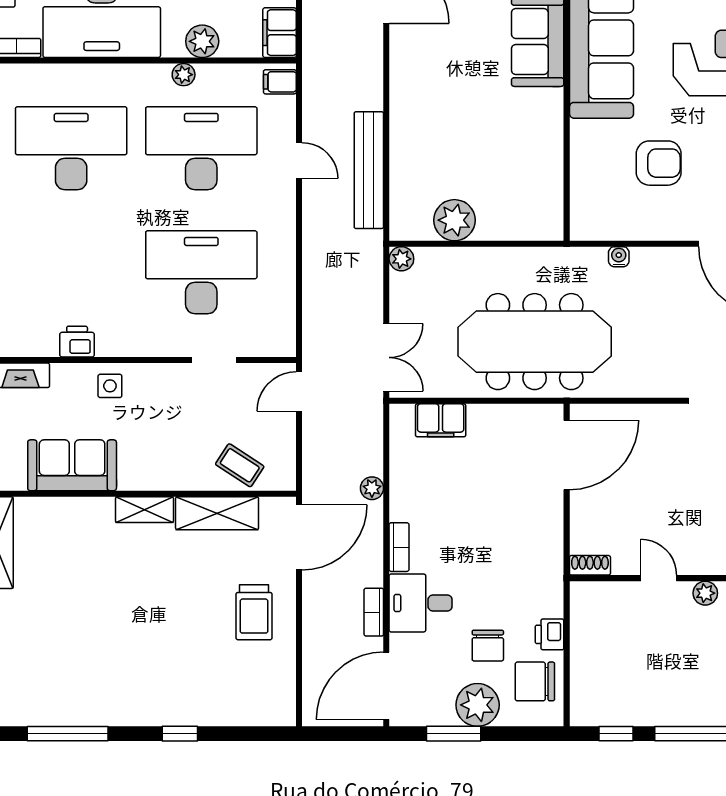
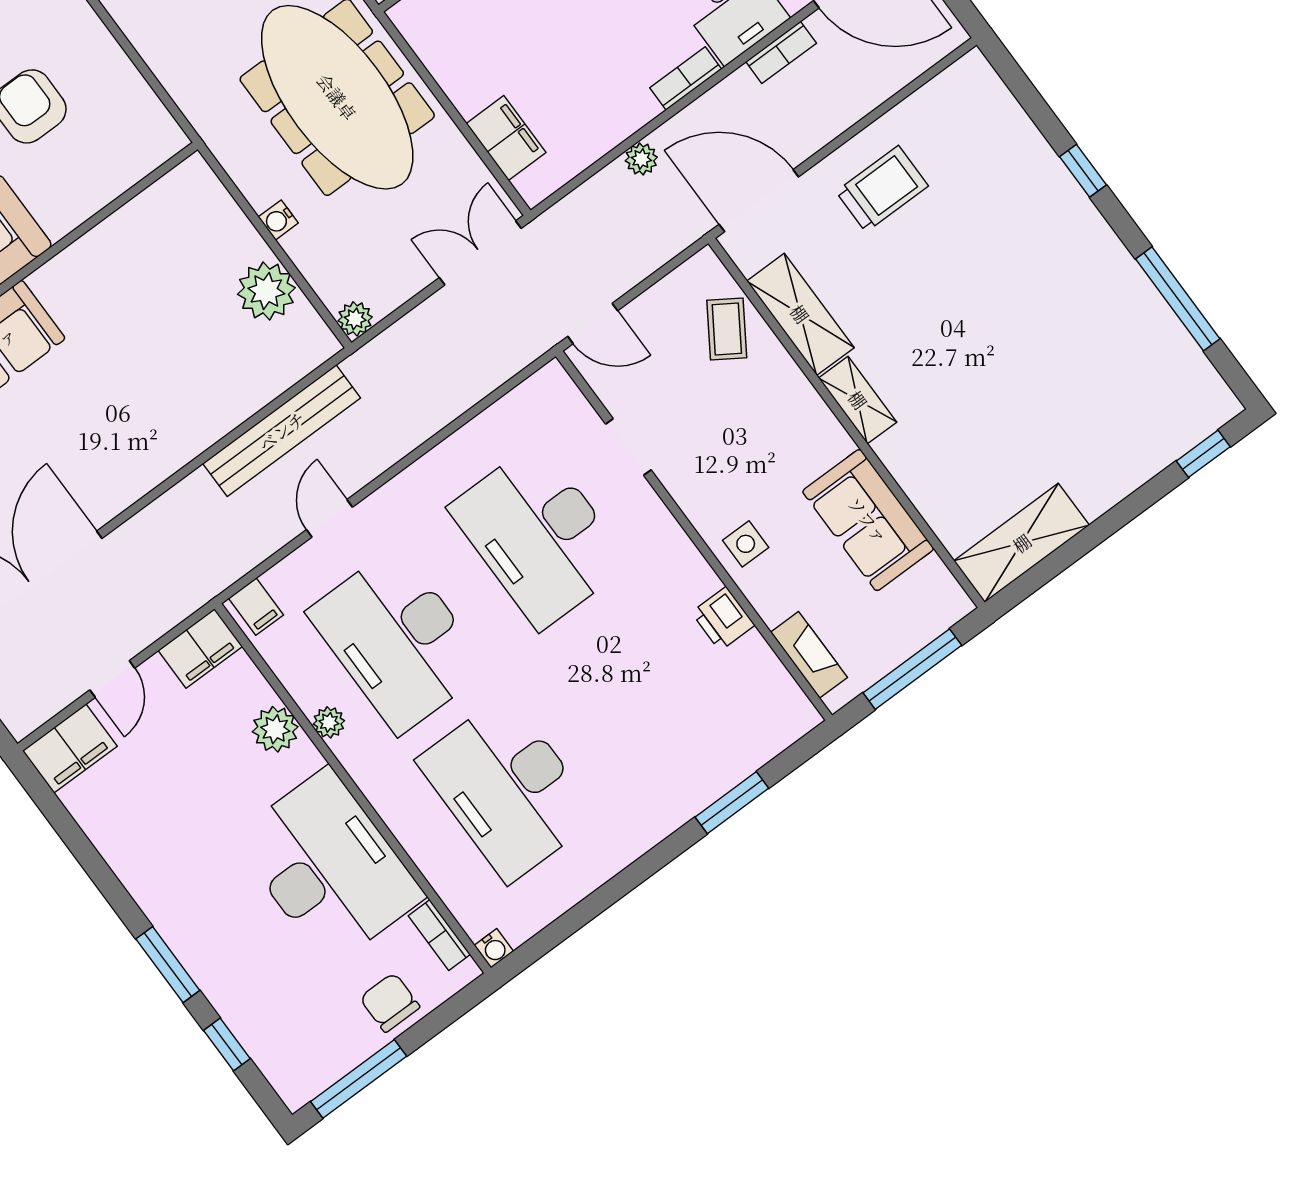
water cooler: (619, 257) -> (278, 220), moved

